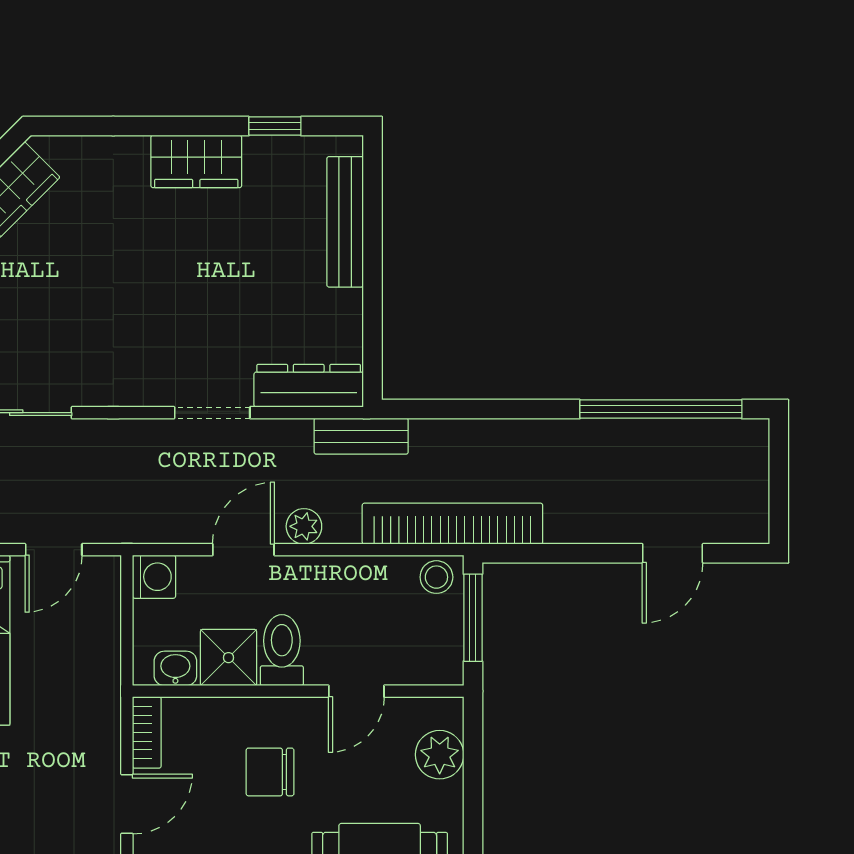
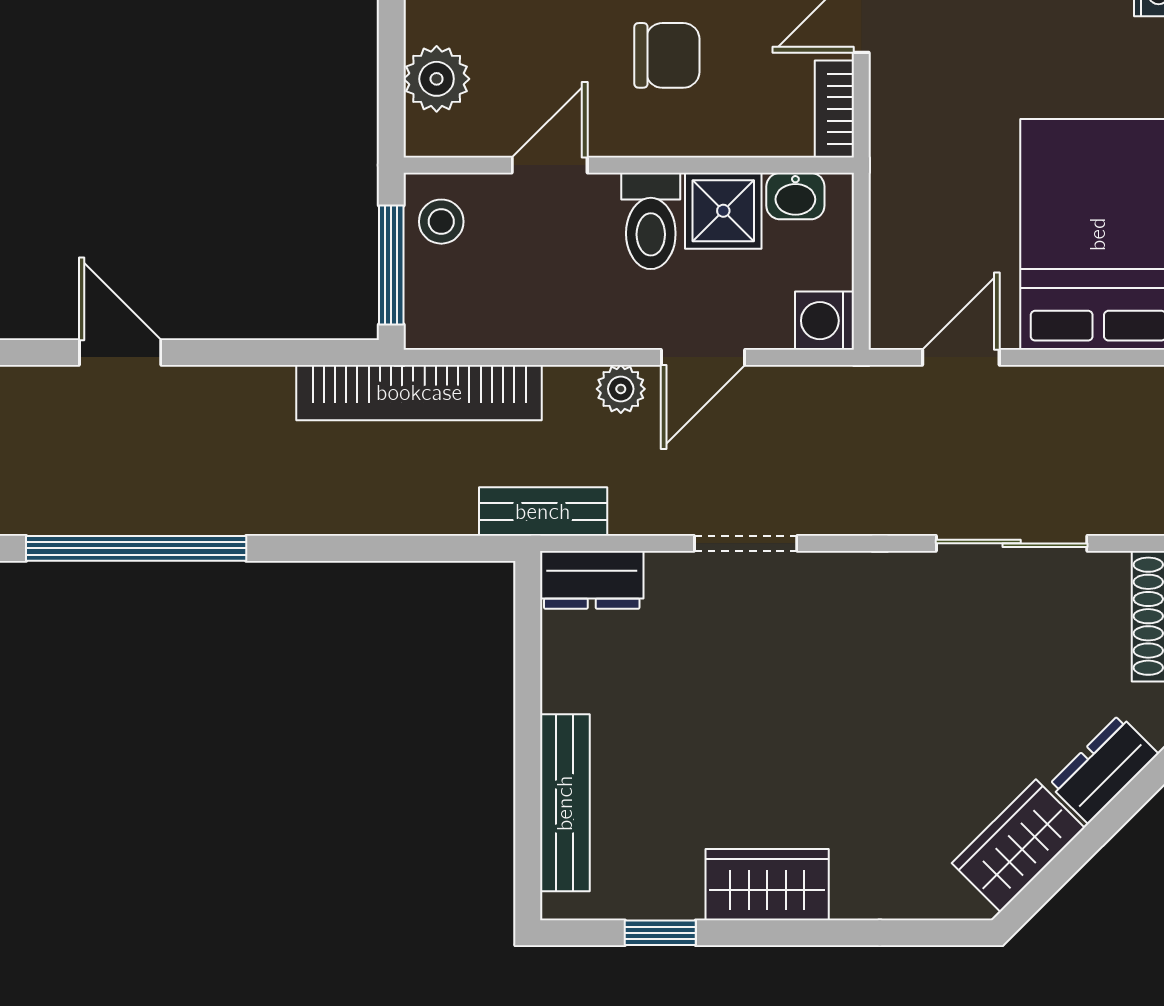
dresser: (309, 386) -> (592, 580), width x0.70
door: (673, 553) -> (120, 352), hinge flipped
stool: (436, 577) -> (441, 222), moved

